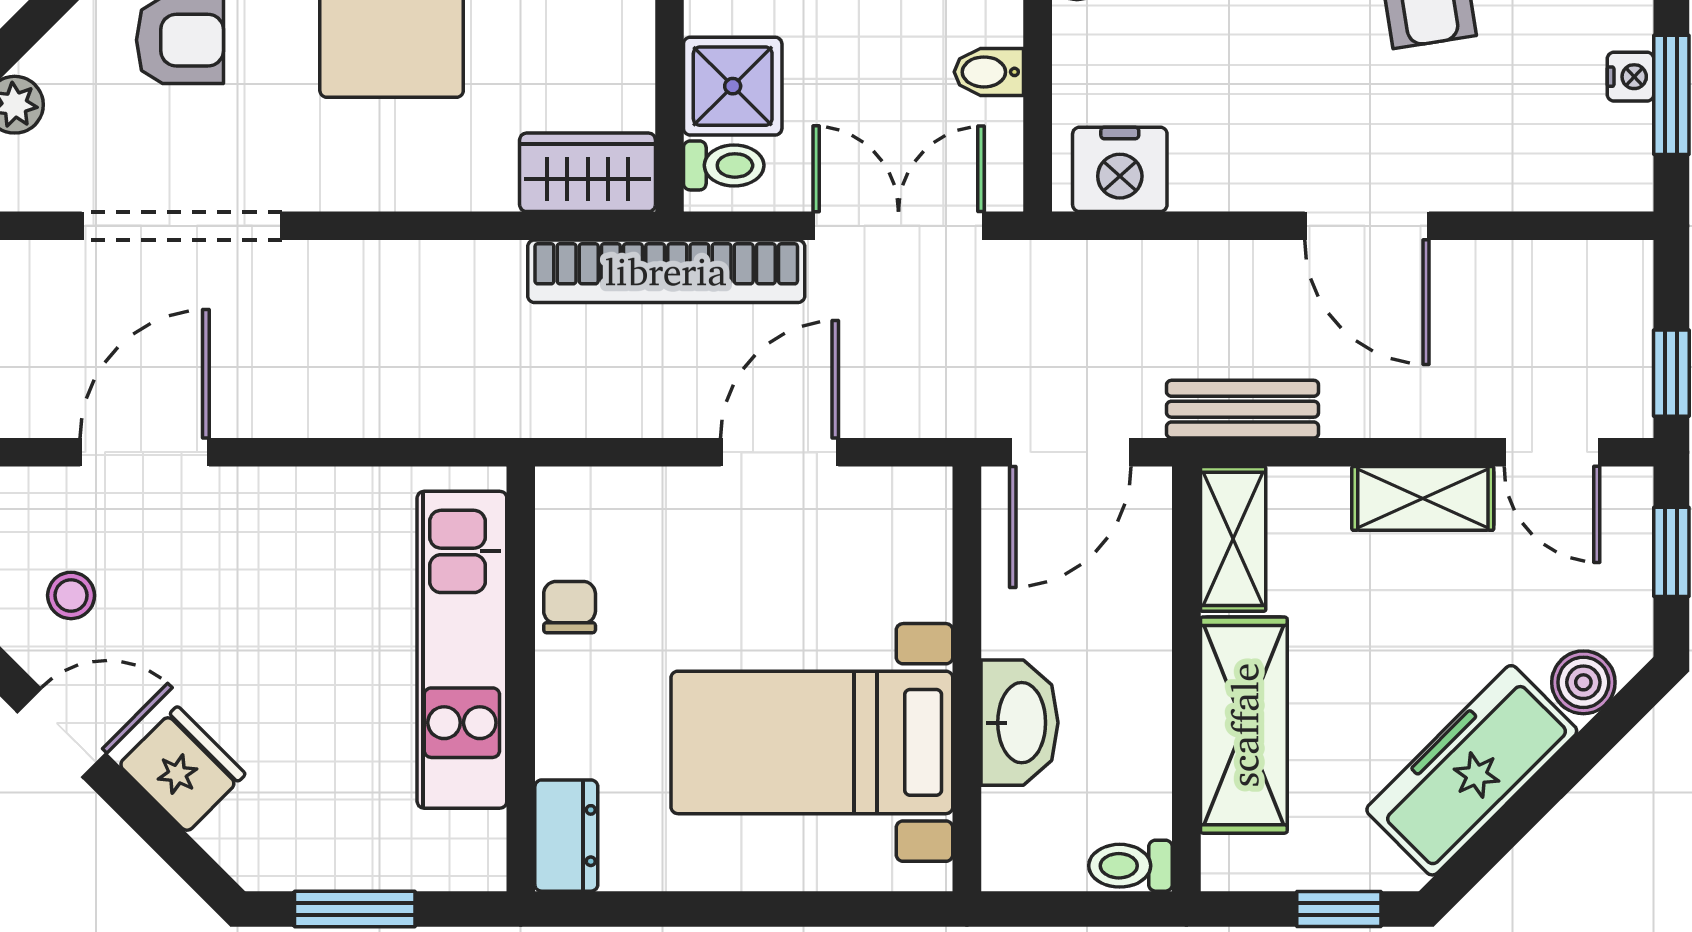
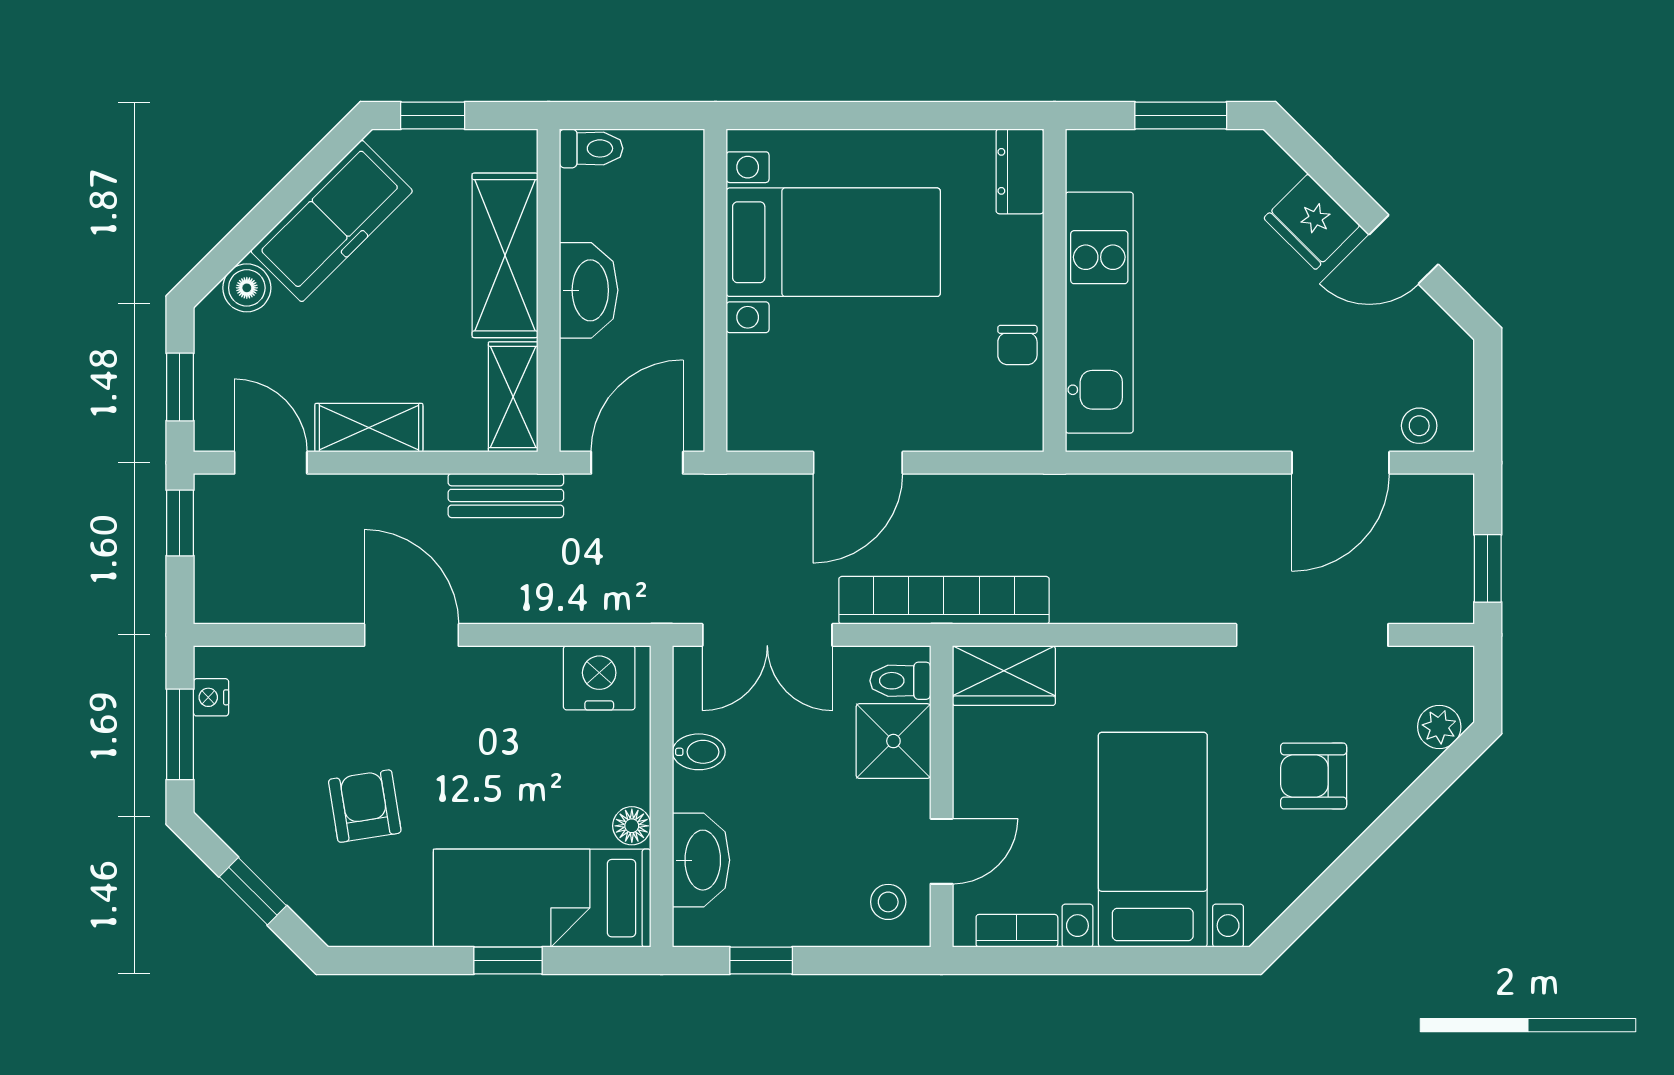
nightstand: (1630, 77) -> (211, 697), moved
stool: (71, 595) -> (1419, 426), moved
washbasin: (1019, 723) -> (589, 290), moved, turned 180

